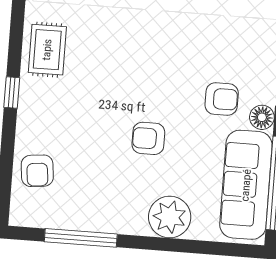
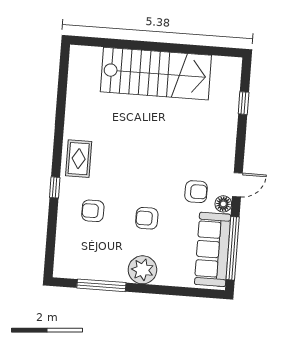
armchair: (37, 171) -> (93, 211), moved, turned 96
plant: (170, 217) -> (142, 270), moved

